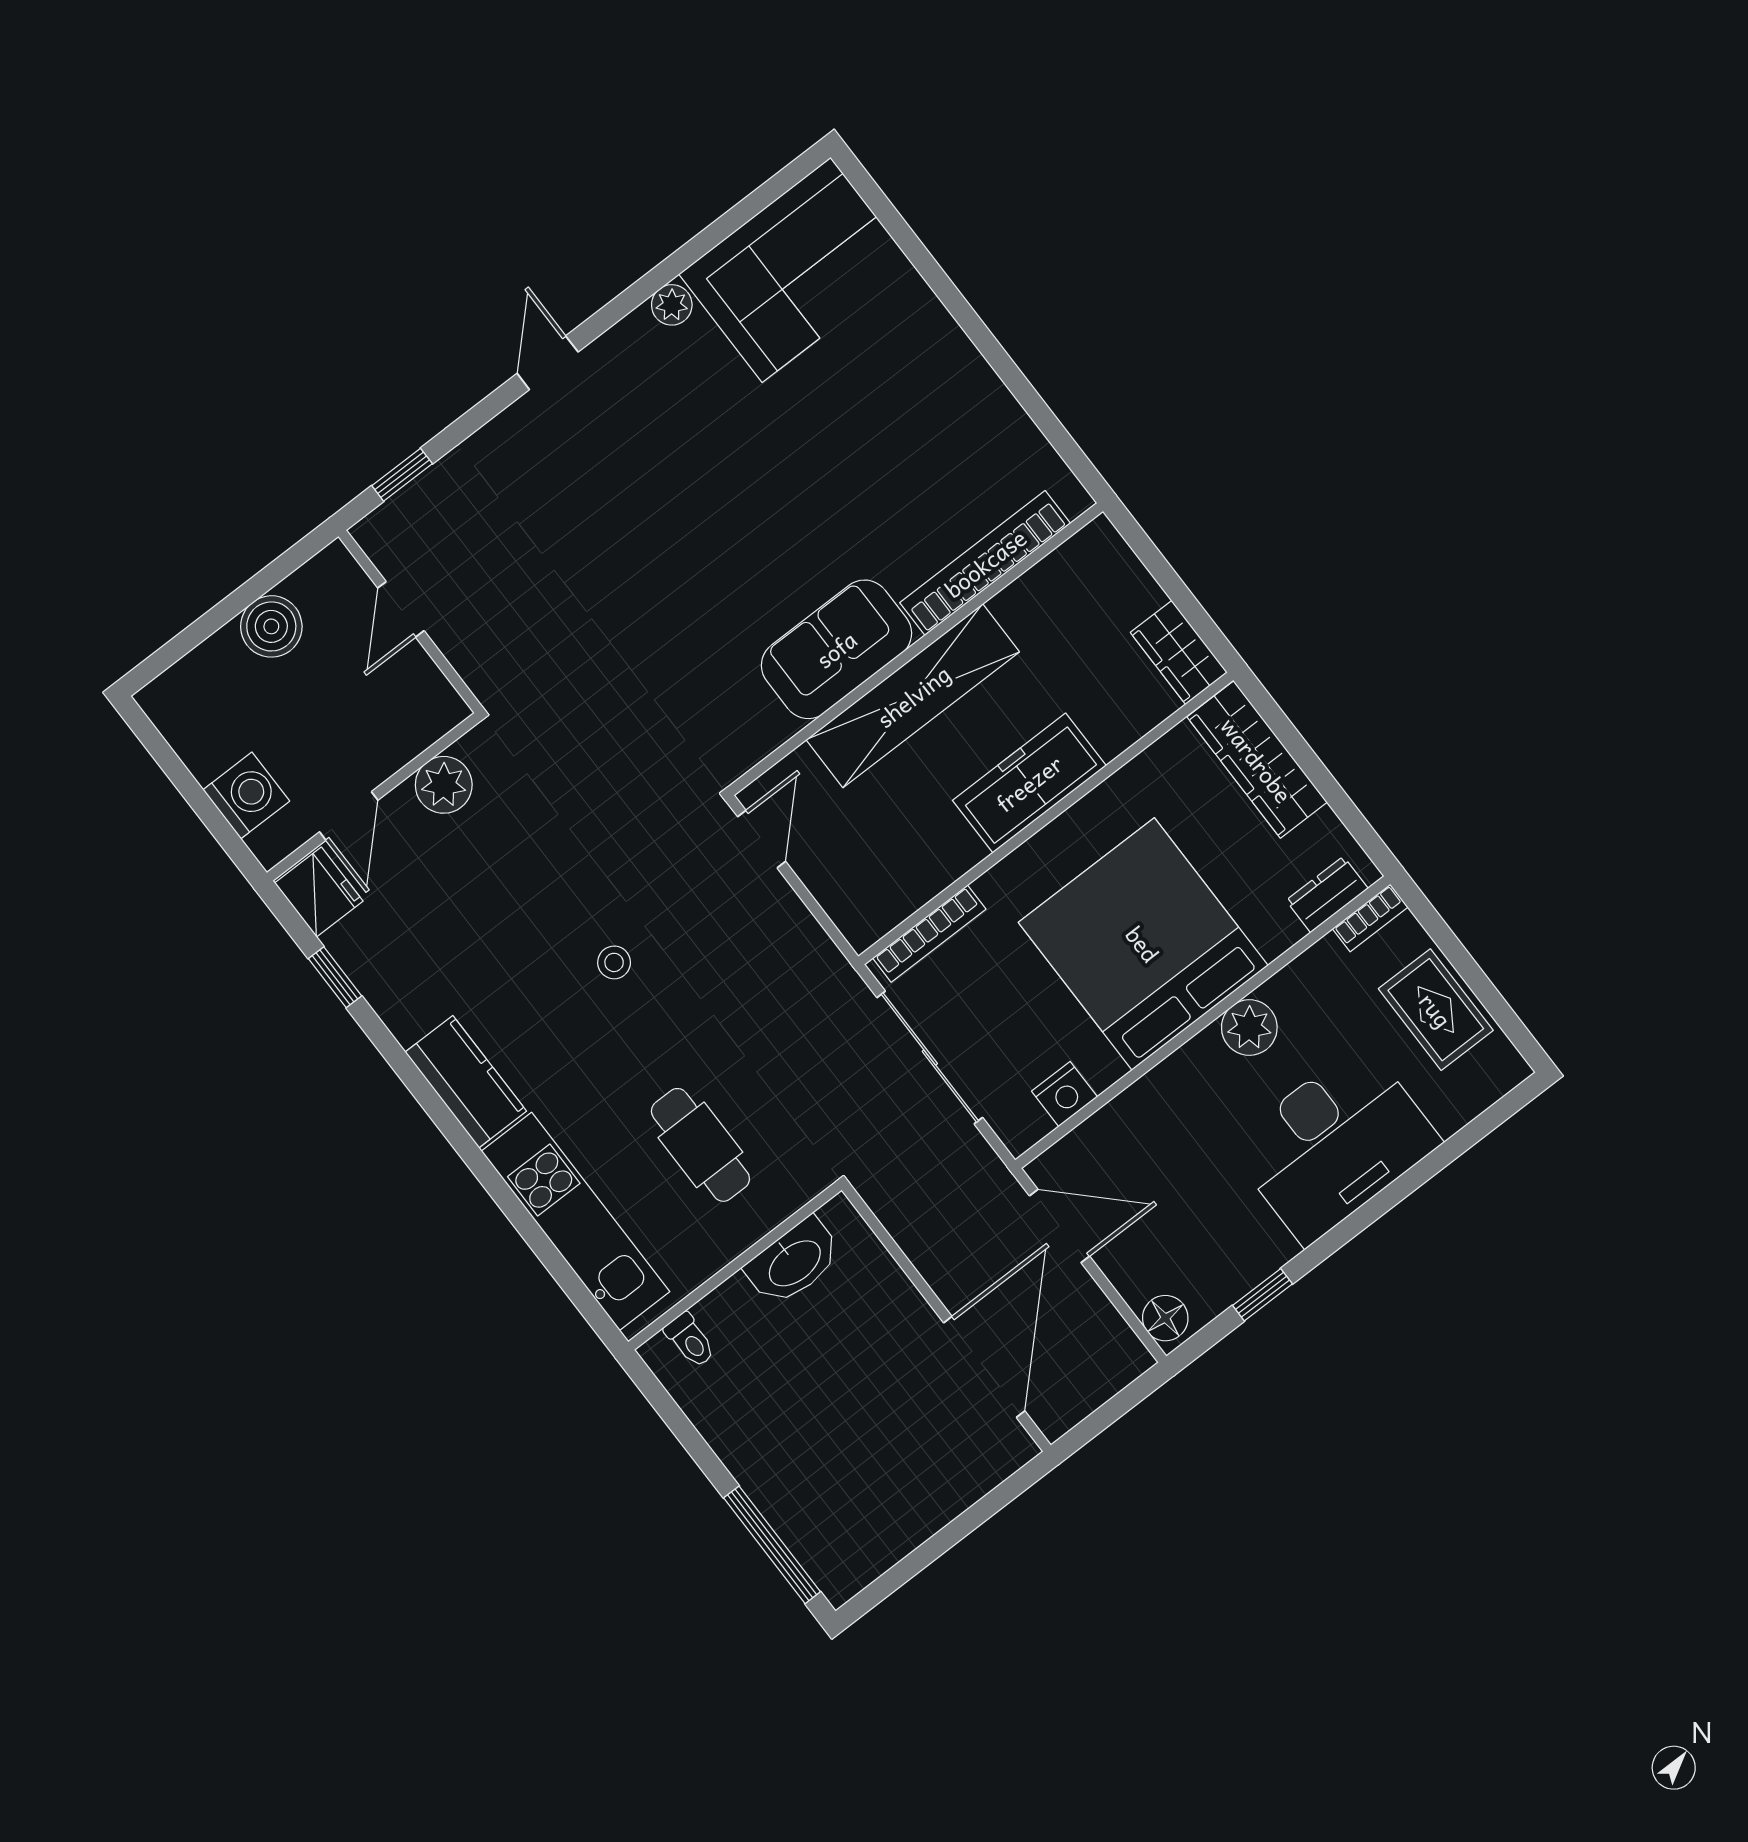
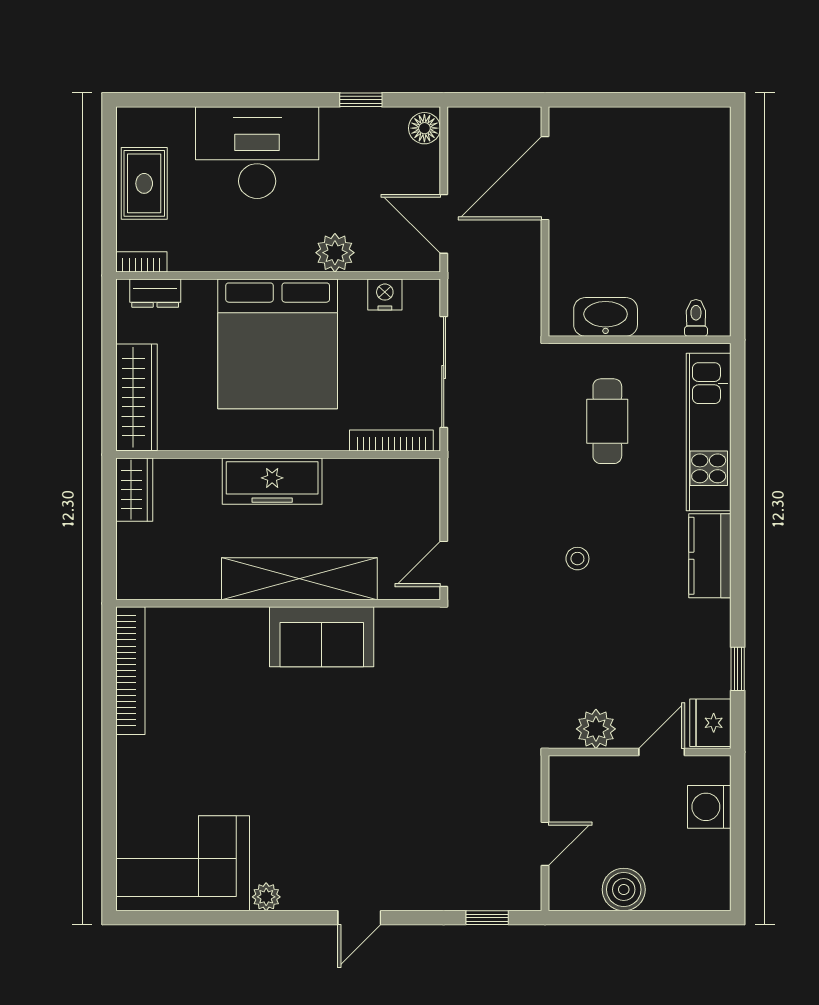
bookcase: (985, 563) -> (130, 671), moved, turned -90
plant: (1249, 1028) -> (335, 253), moved
window: (772, 1545) -> (738, 170), removed

